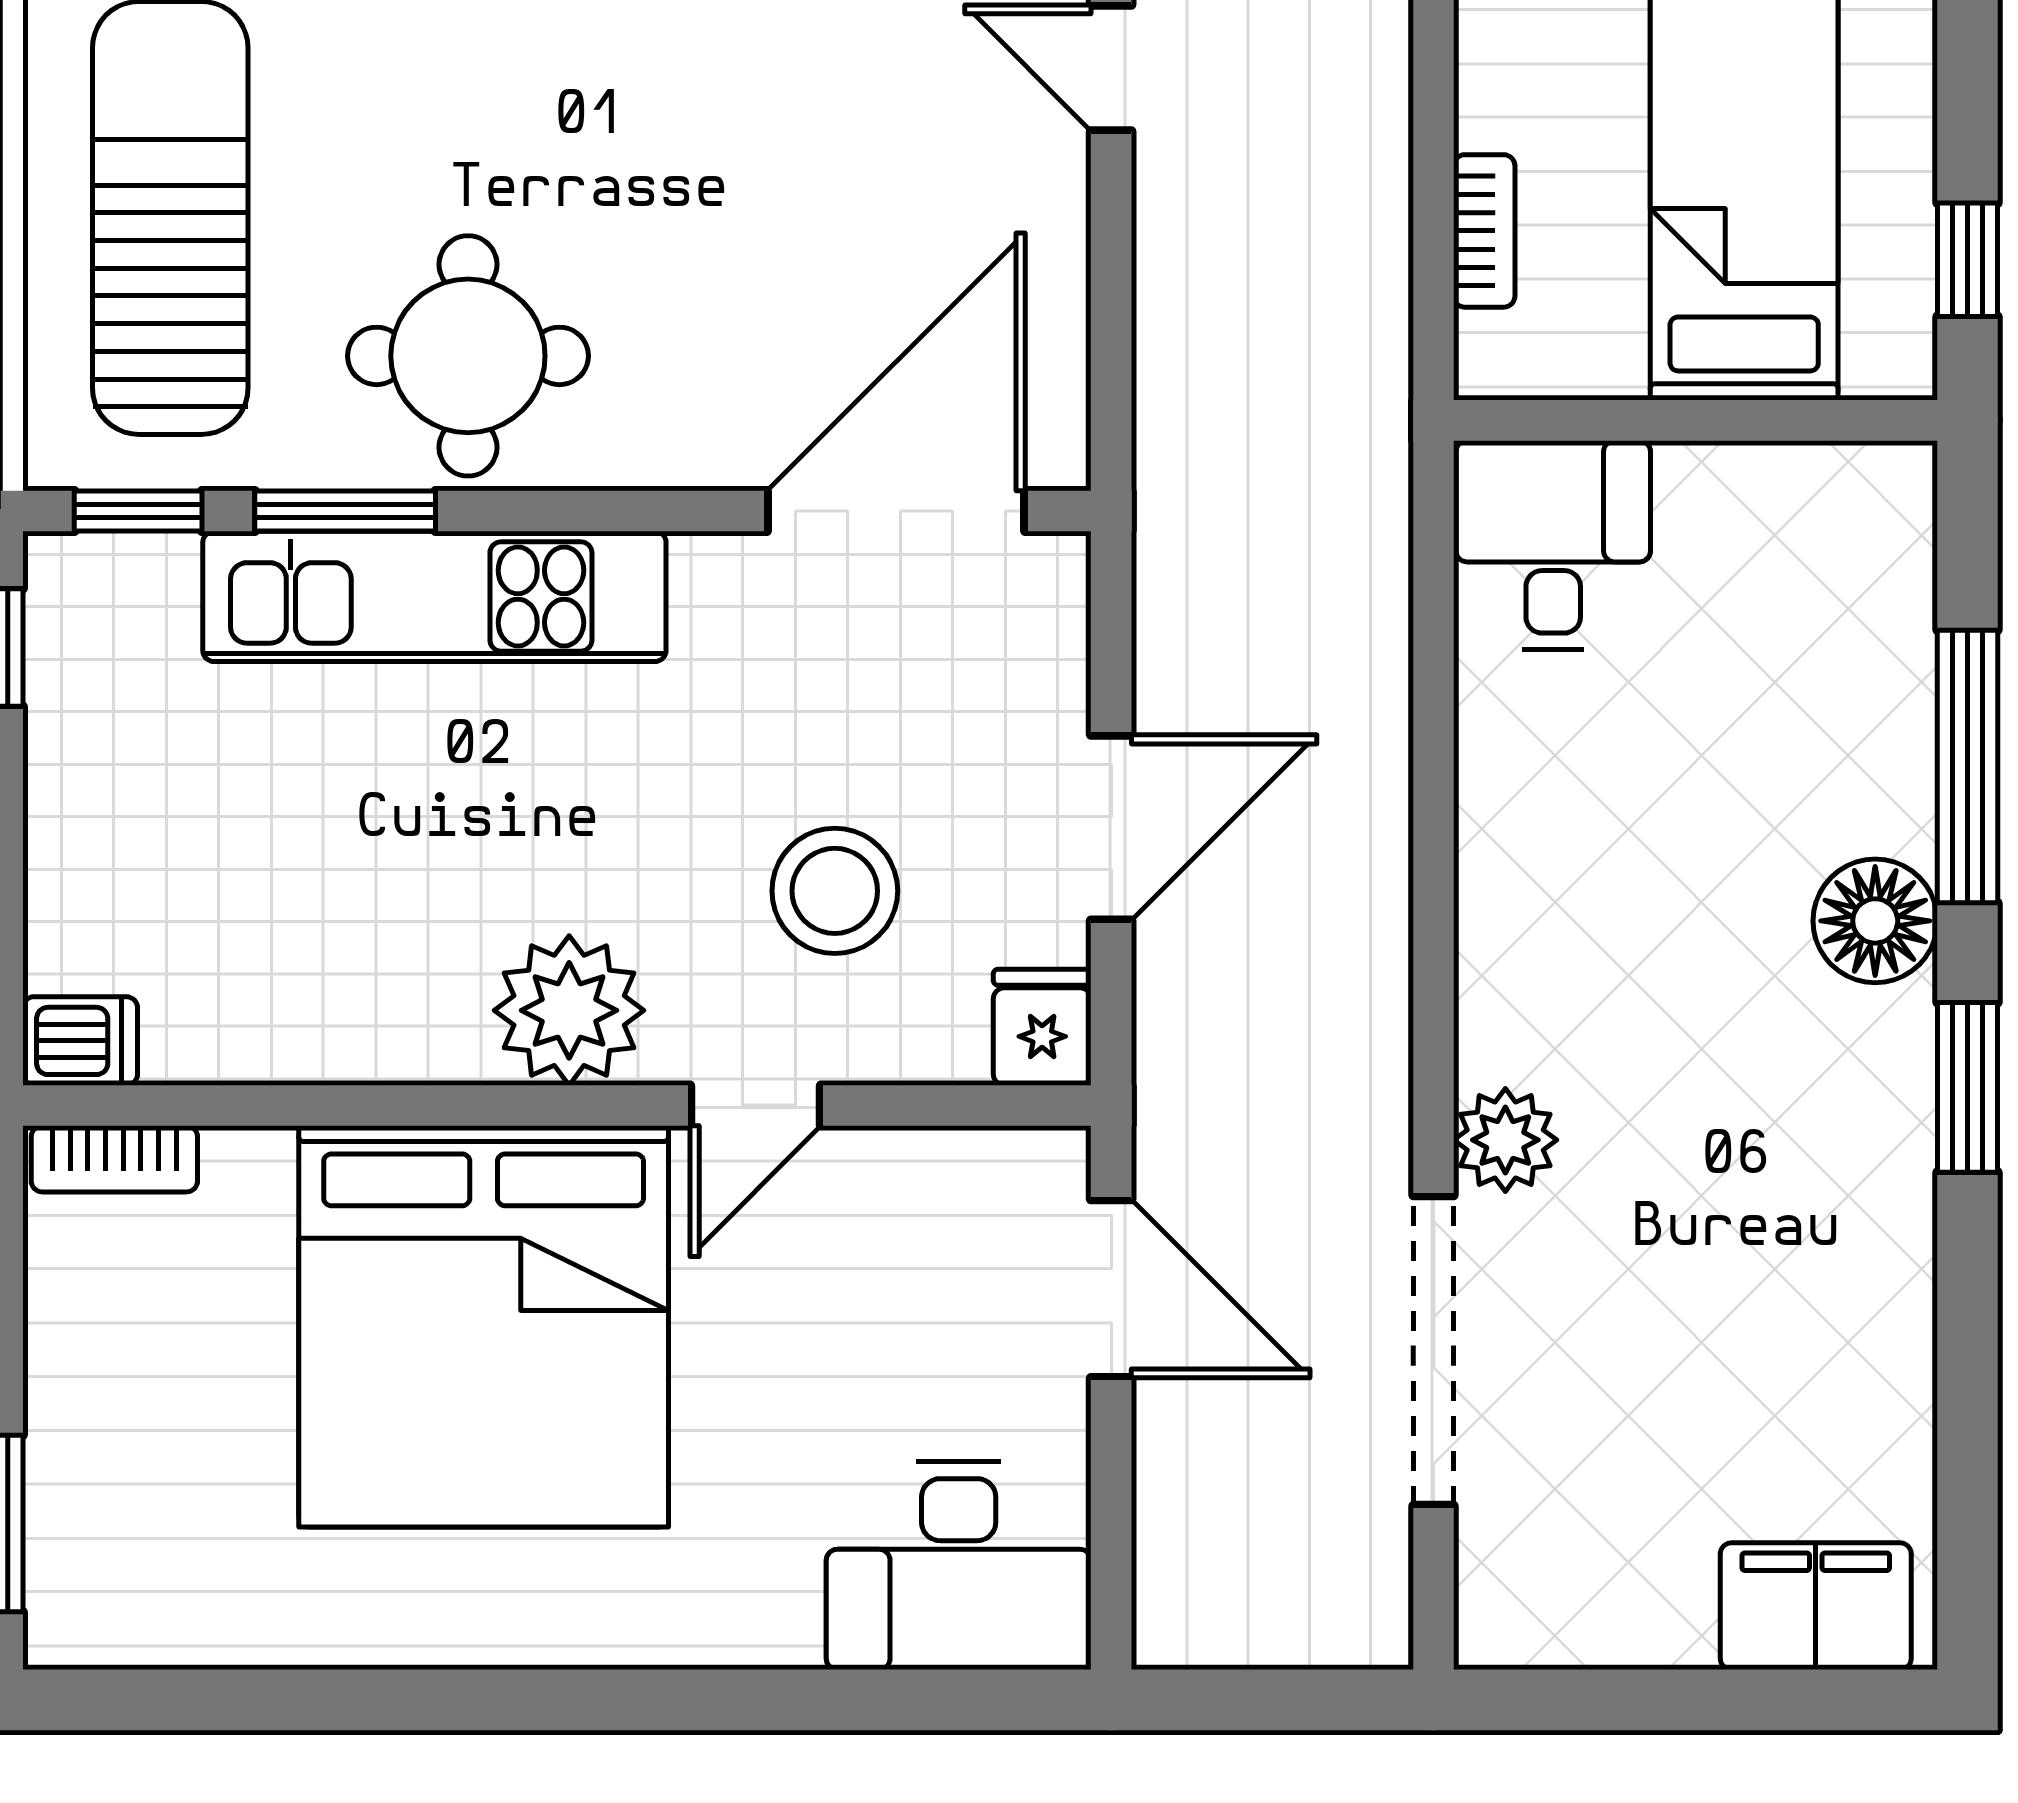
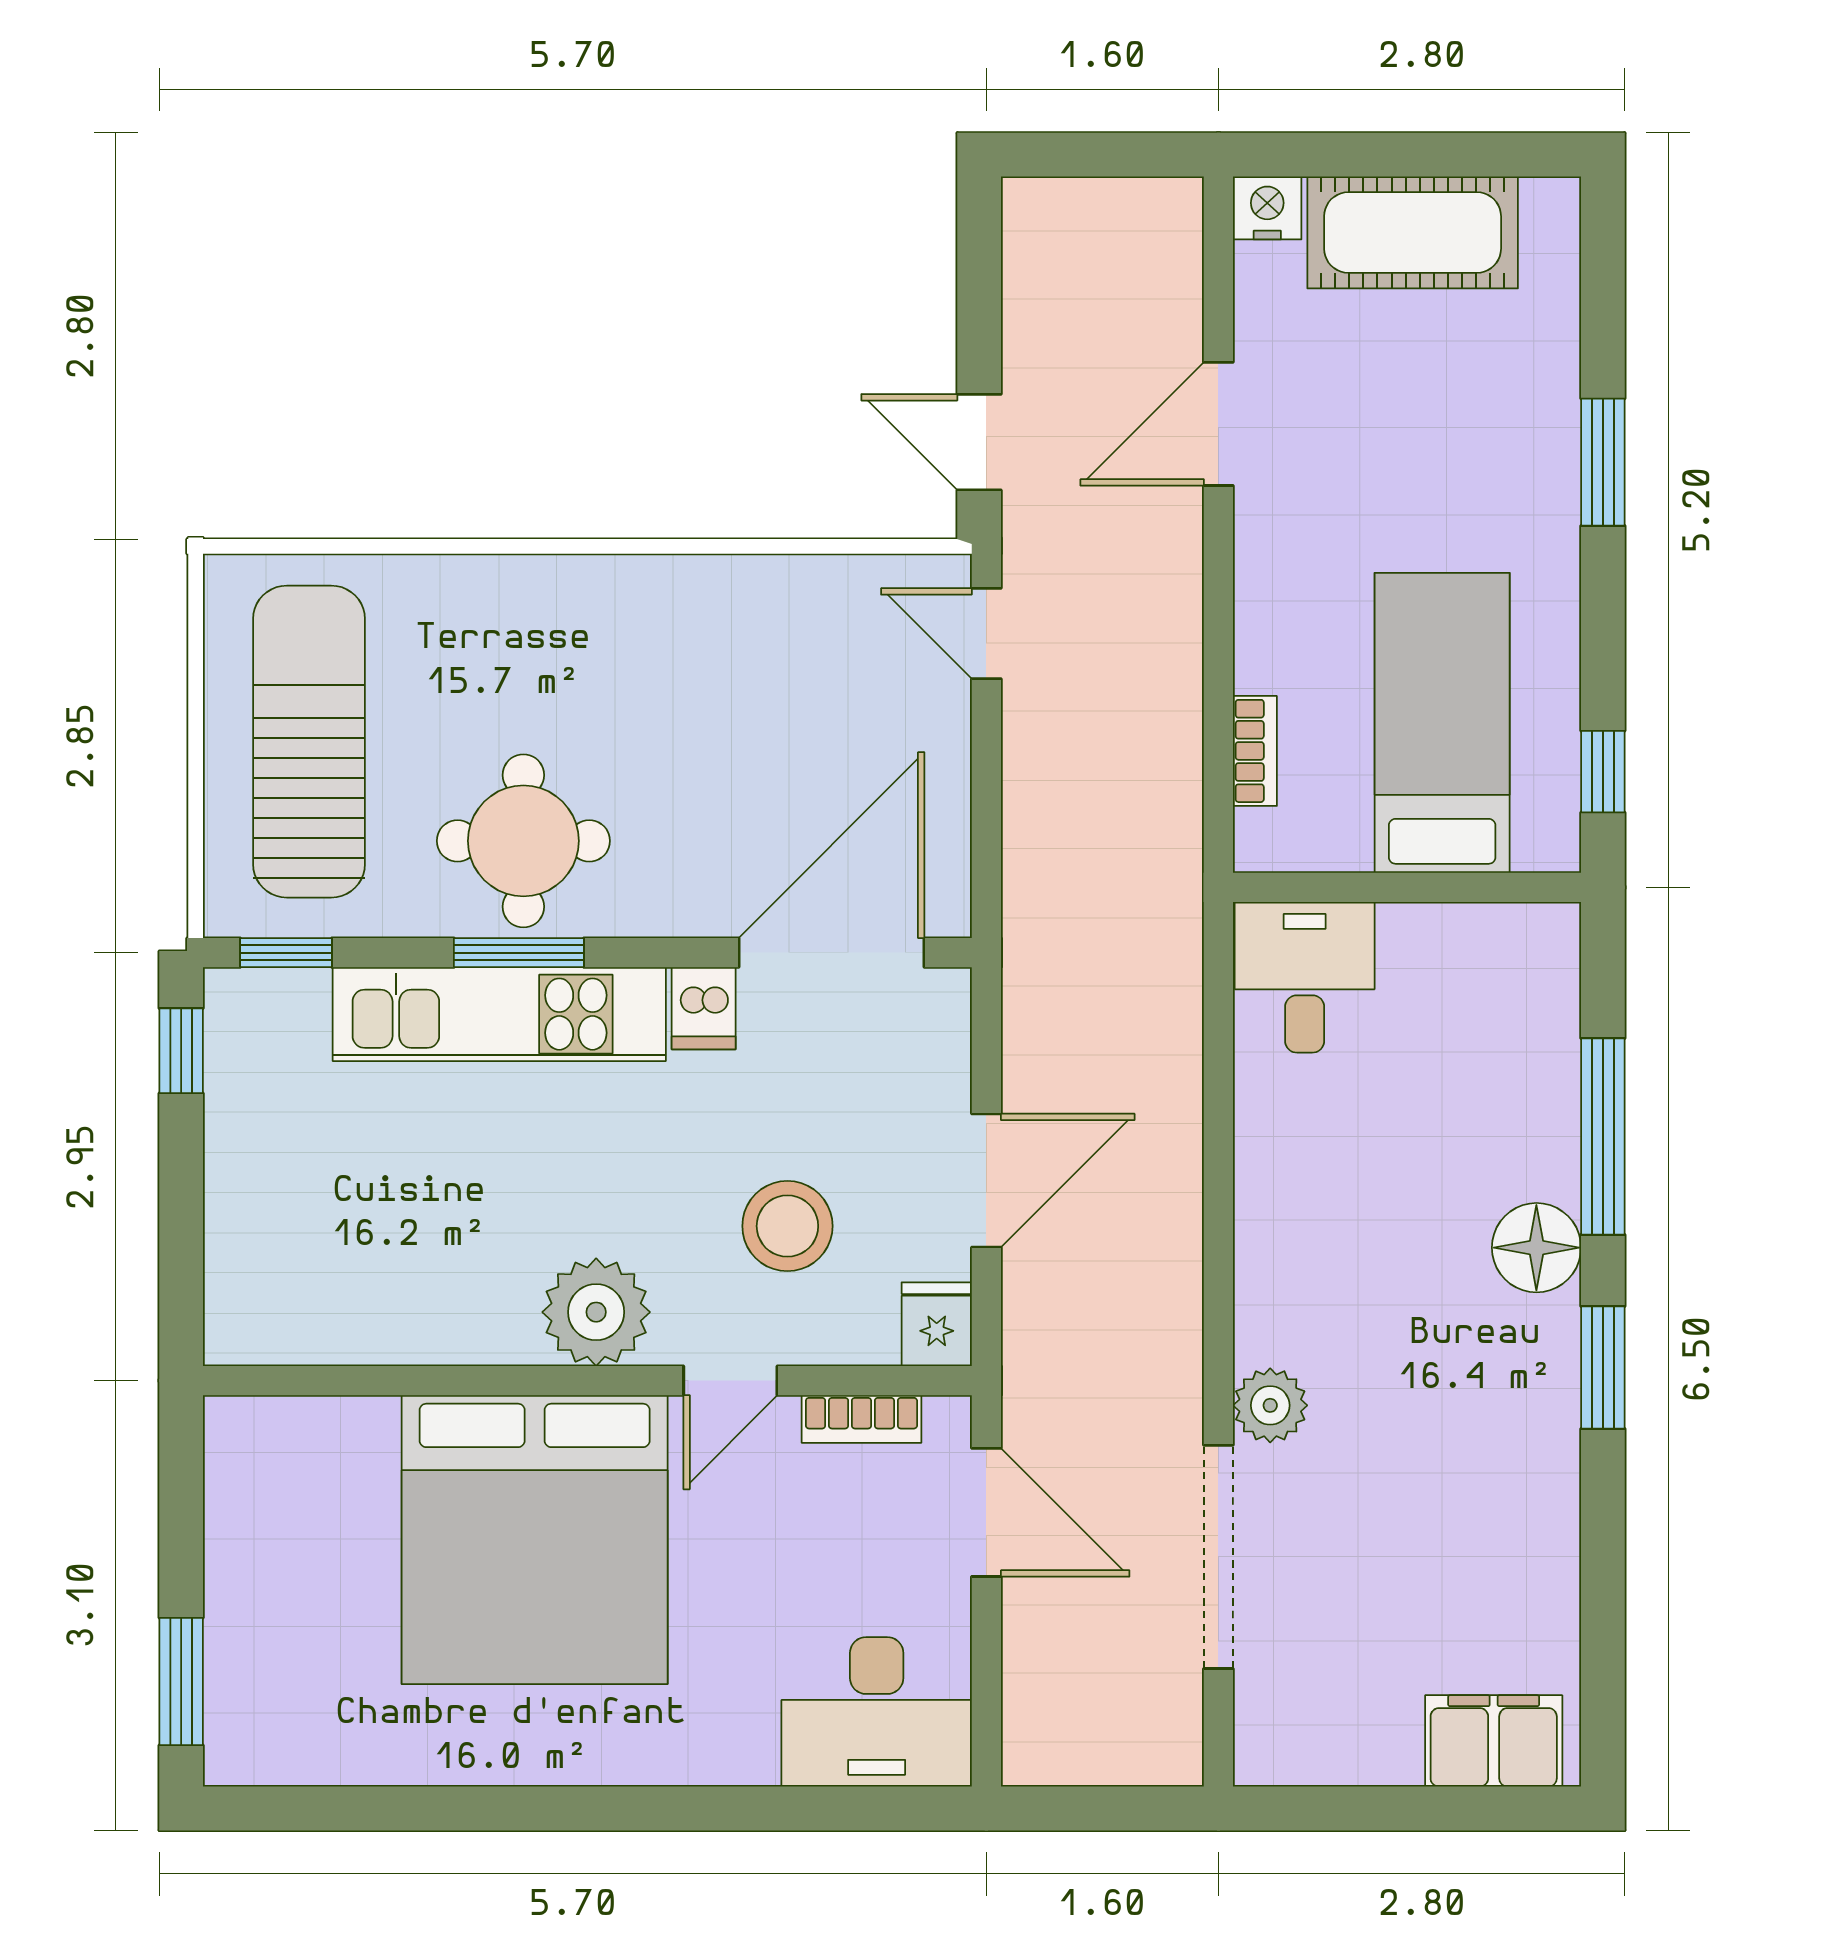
window: (345, 511) -> (519, 953), moved
dishwasher: (80, 1041) -> (704, 1008), moved, turned 90
bookcase: (114, 1159) -> (861, 1419), moved

